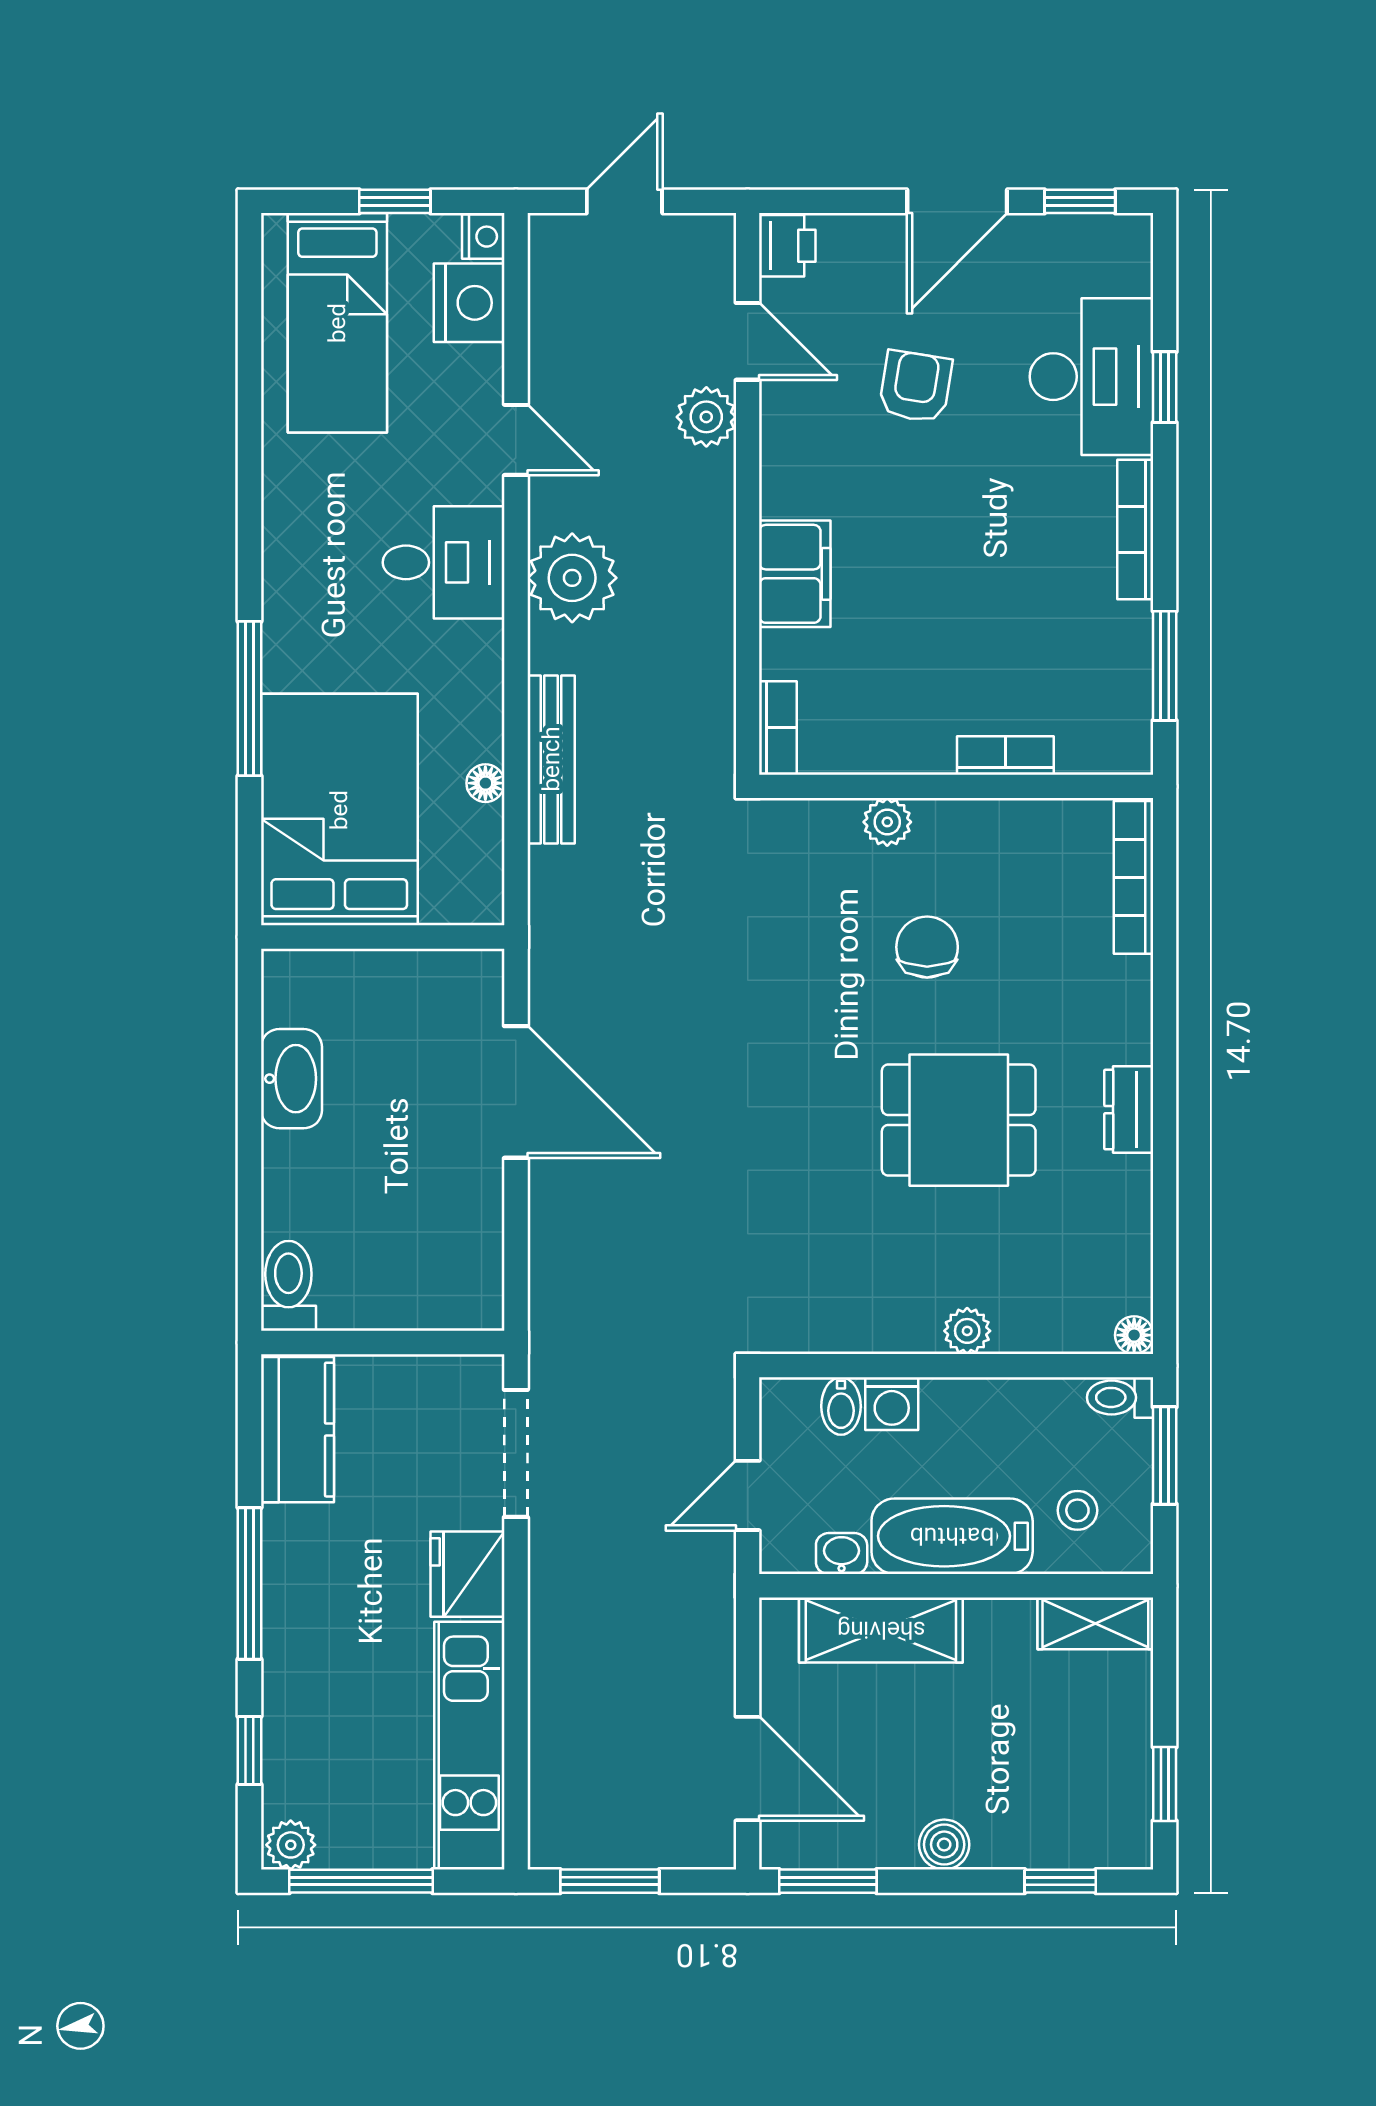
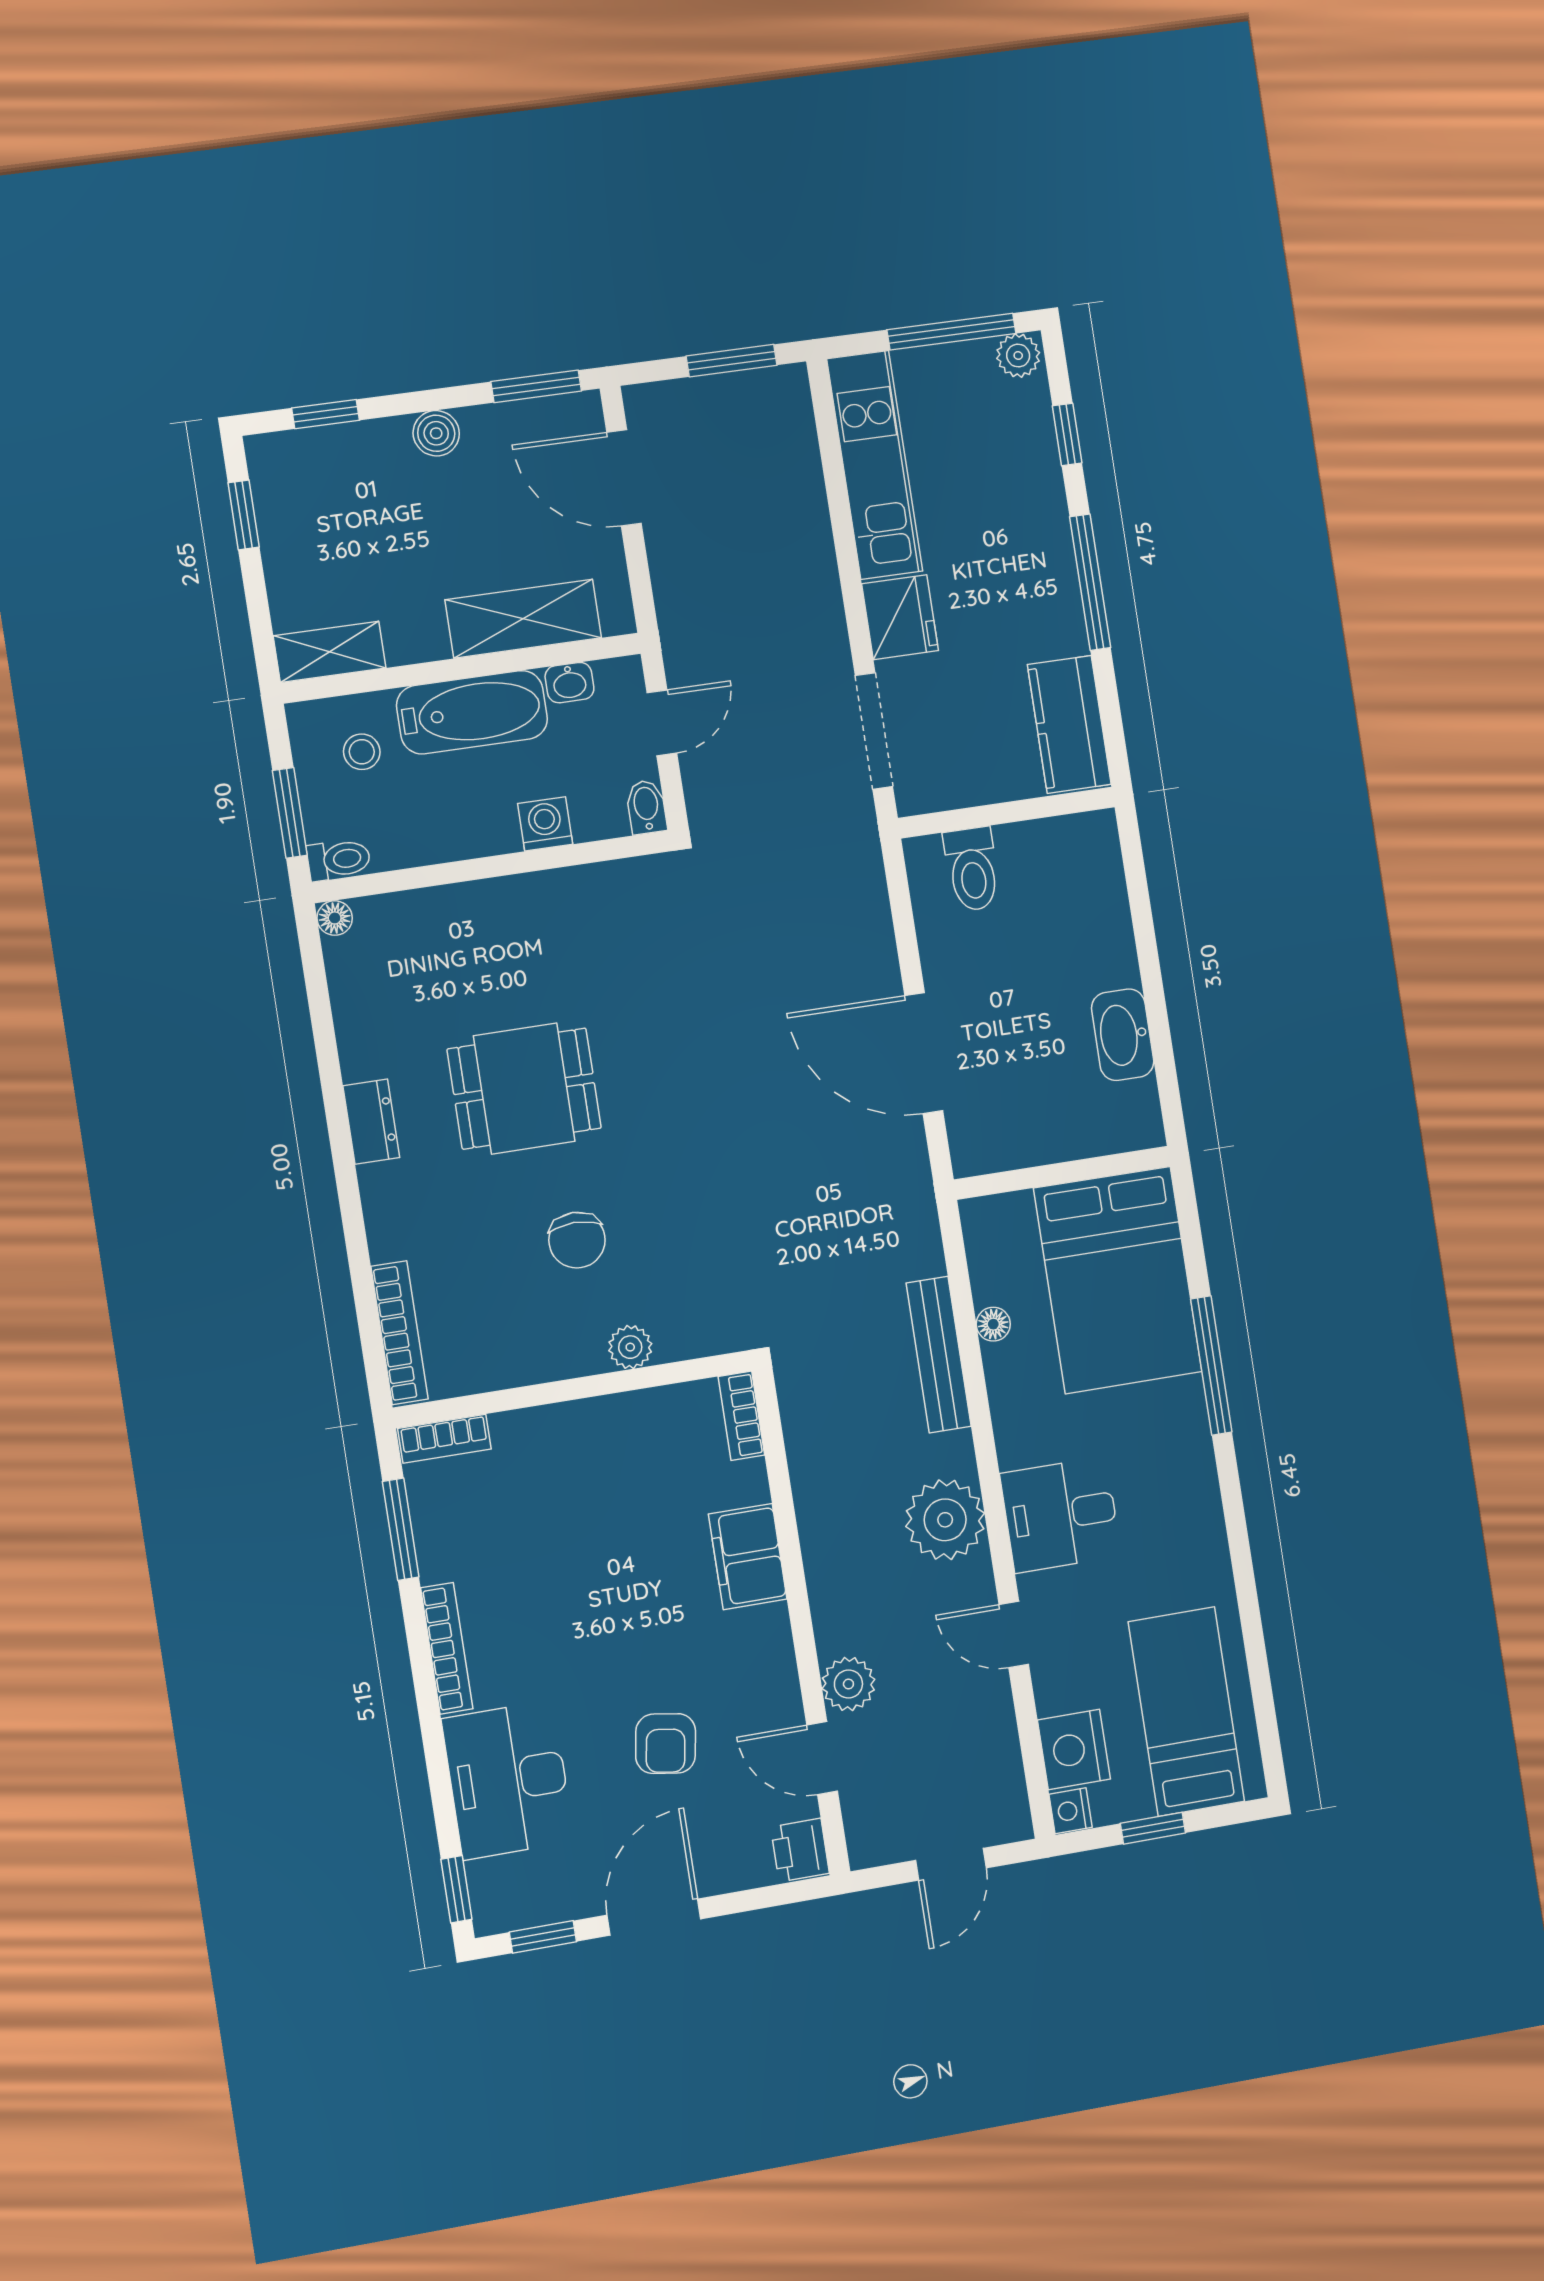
window: (1165, 387) -> (456, 1889), moved
bookcase: (1005, 756) -> (444, 1439), moved
toilet: (288, 1286) -> (972, 869), moved
plant: (967, 1331) -> (487, 899), removed
bidet: (841, 1406) -> (646, 807), moved

